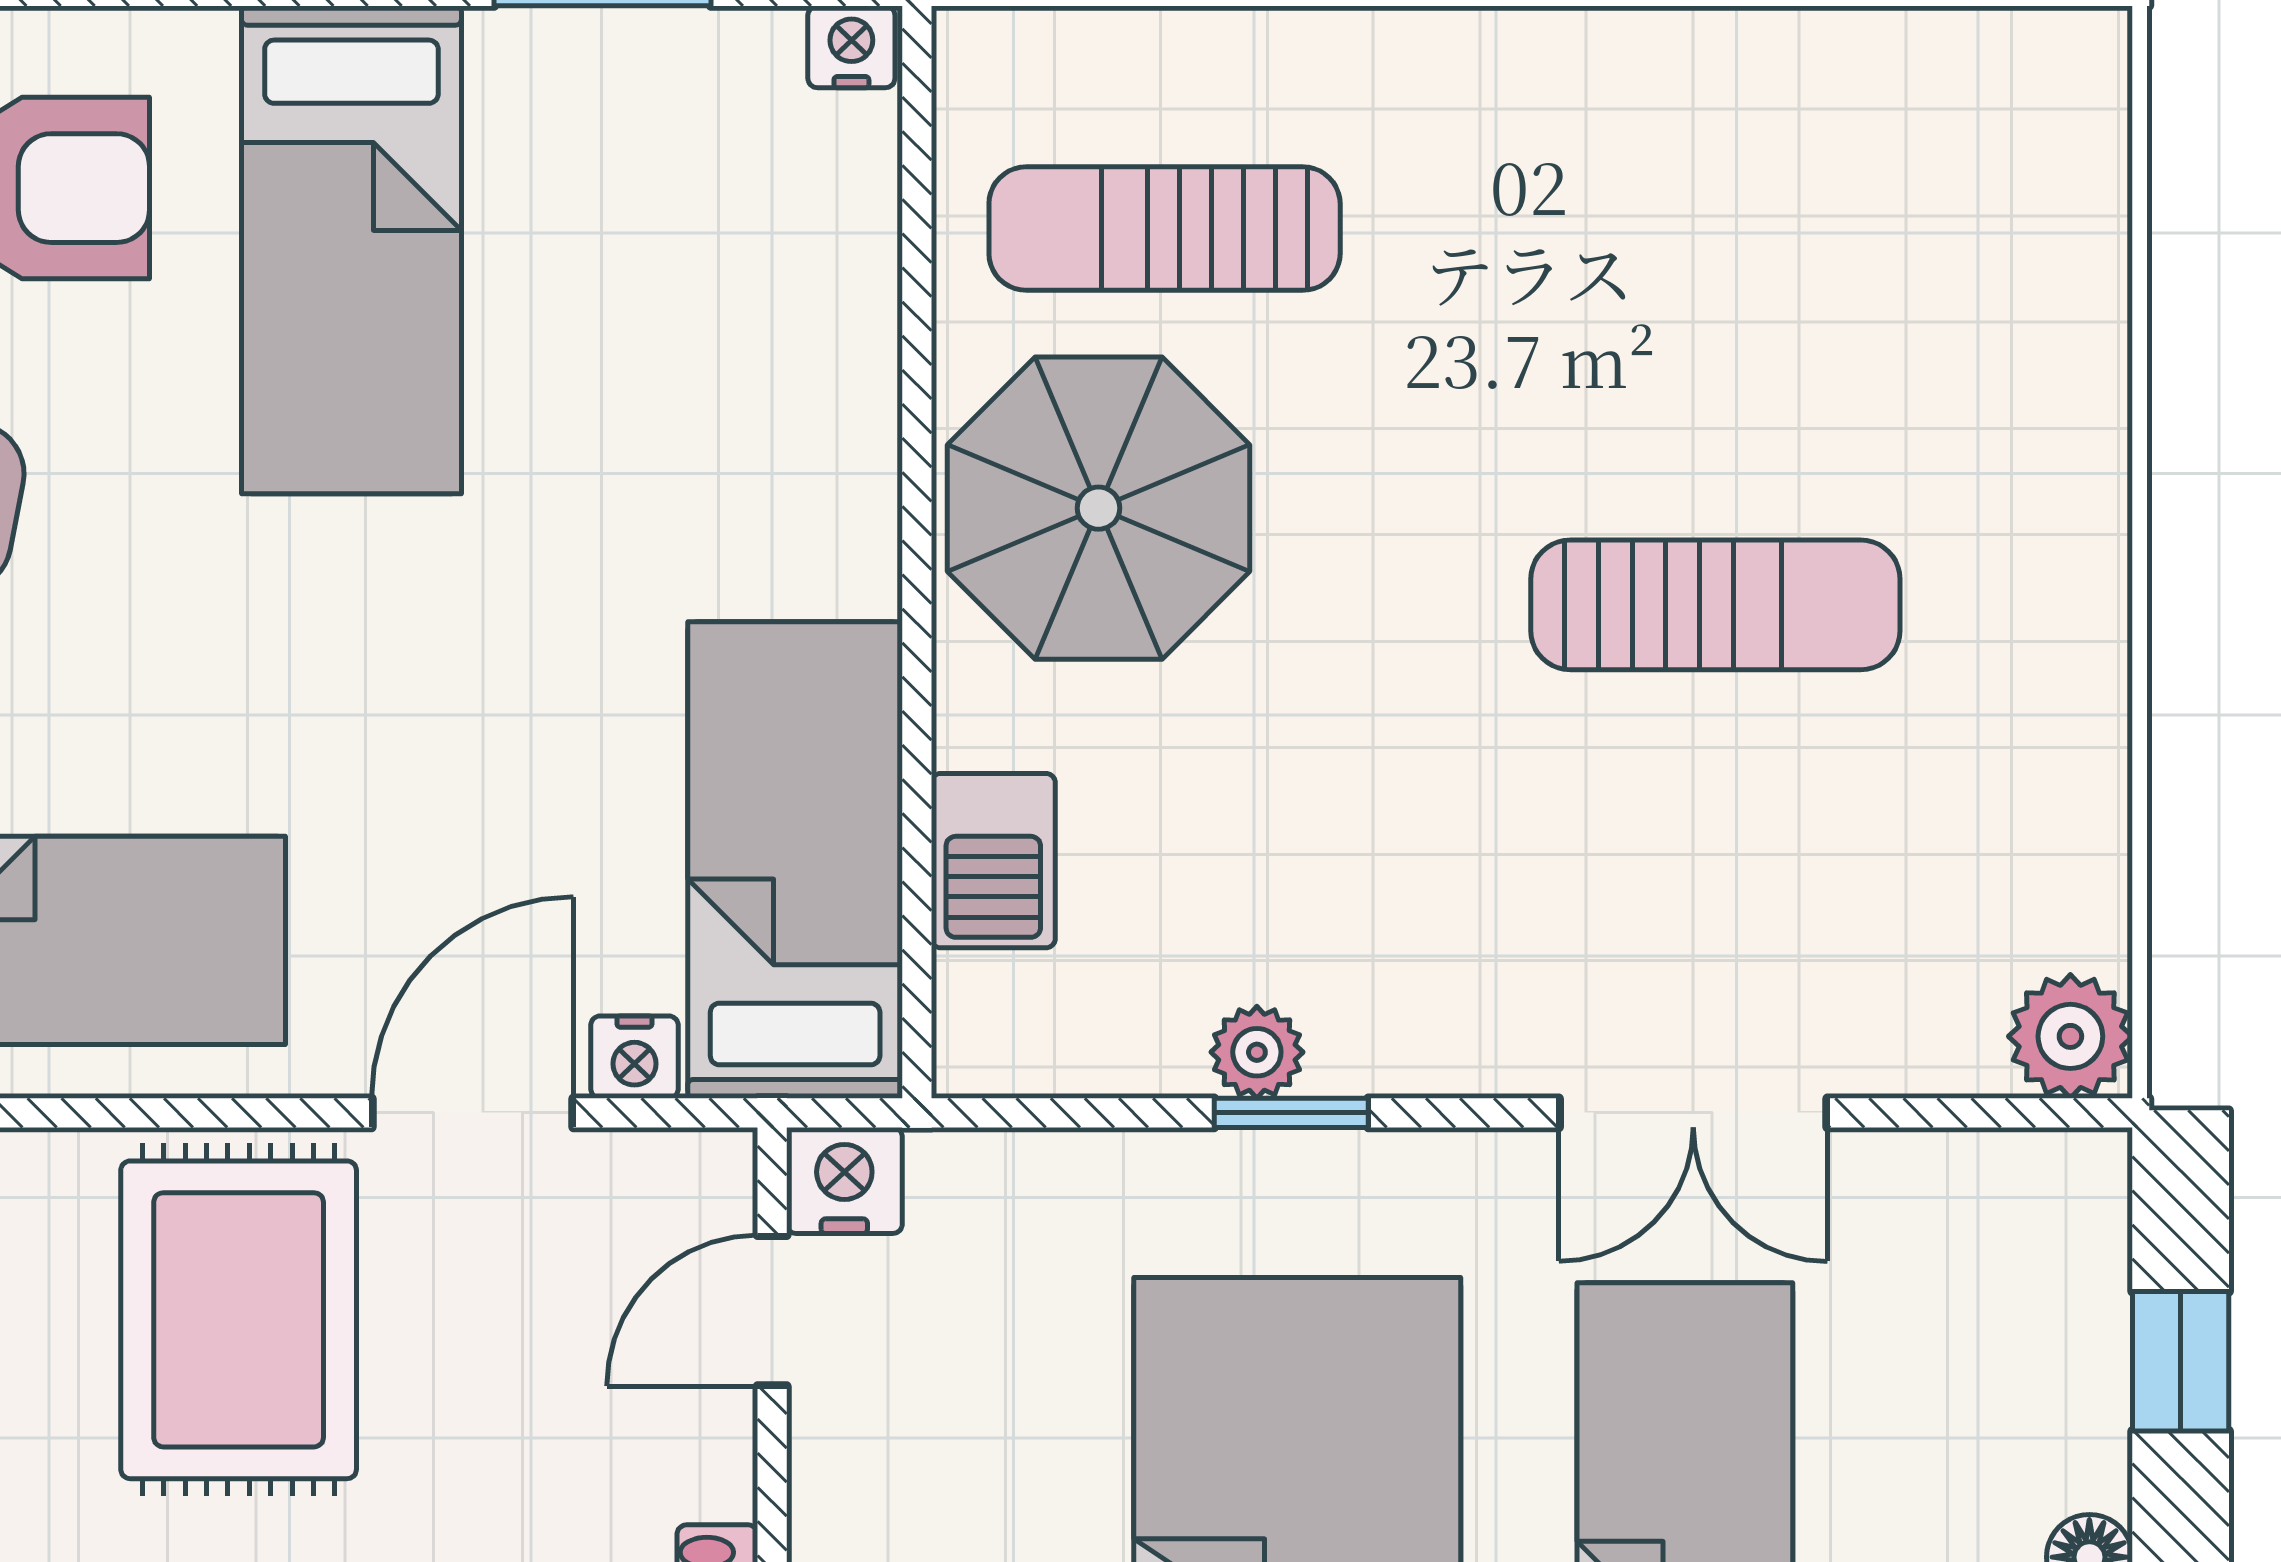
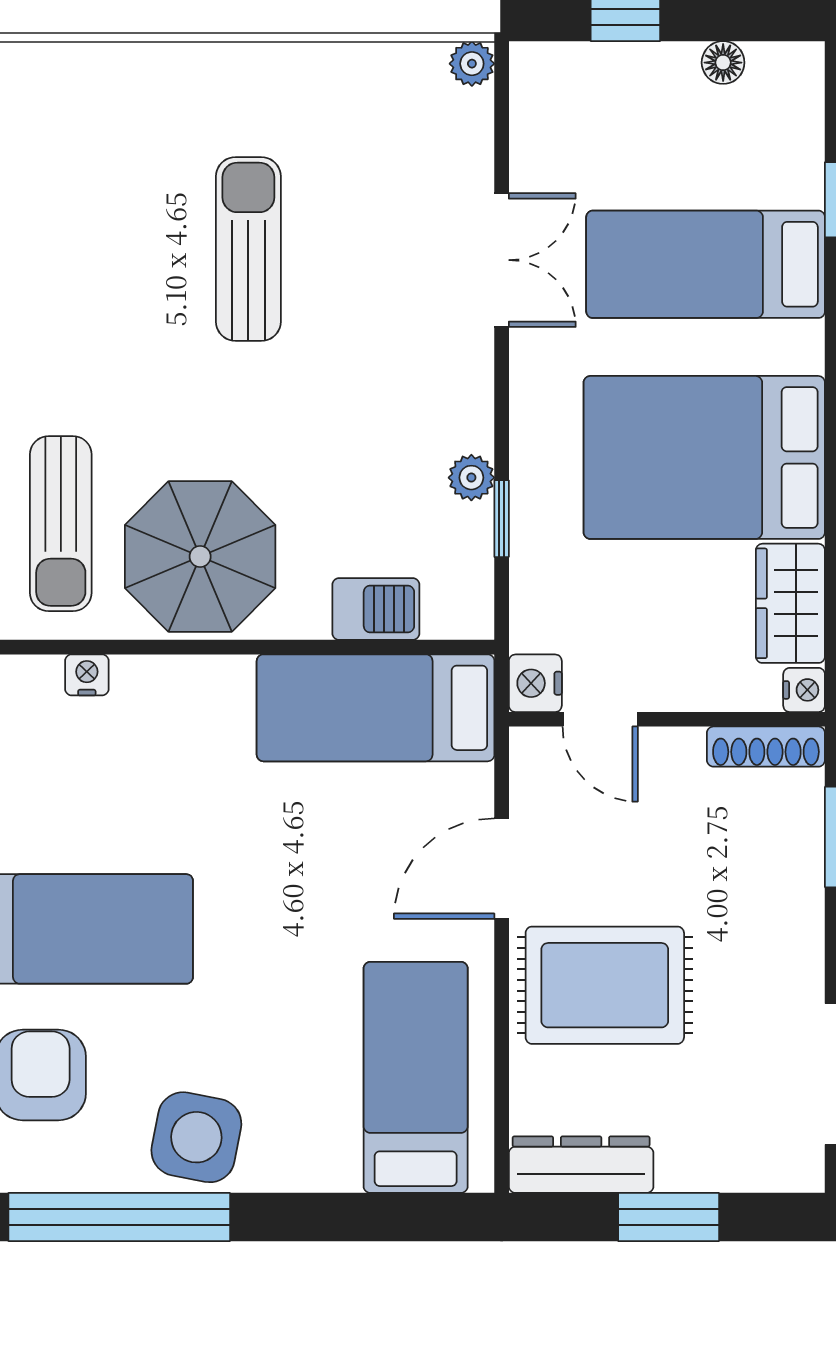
plant: (2070, 1036) -> (472, 64), width x0.73, depth x0.73
nightstand: (634, 1057) -> (87, 675), moved, turned -90
door: (473, 1113) -> (502, 869), hinge flipped
window: (1291, 1113) -> (502, 519), moved

